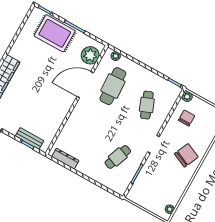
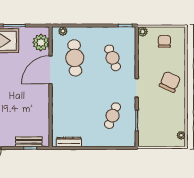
chair: (186, 118) -> (164, 41), moved

